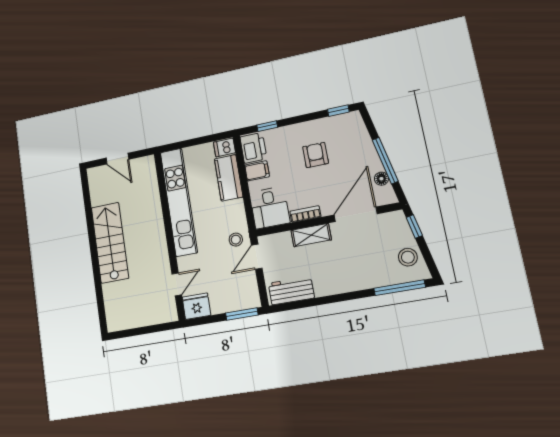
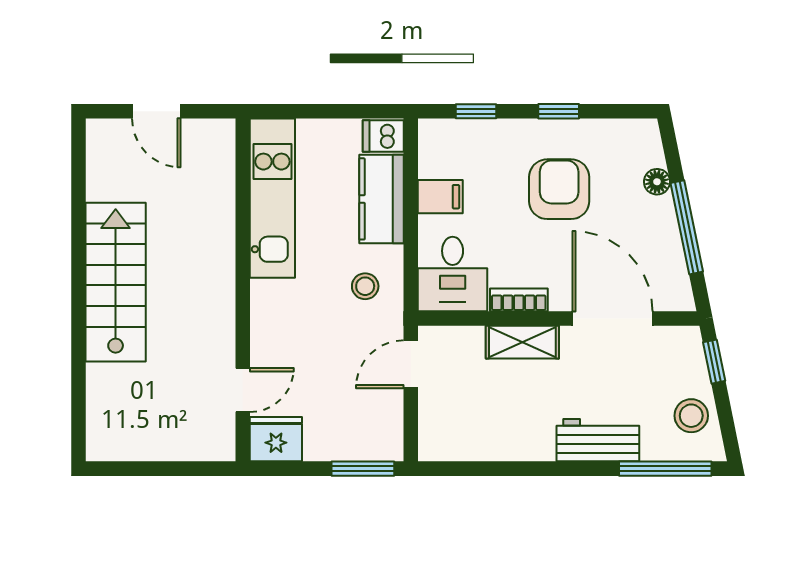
window: (338, 111) -> (559, 111), moved
printer: (253, 148) -> (441, 149), removed
armchair: (316, 155) -> (559, 189), width x1.38, depth x1.38
floor lamp: (381, 179) -> (657, 182), moved
kitchen unit: (179, 202) -> (272, 198), width x0.73
door: (356, 214) -> (613, 319), hinge flipped
stool: (236, 240) -> (365, 286), moved
workbench: (291, 291) -> (598, 440), moved

